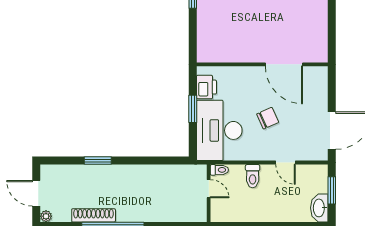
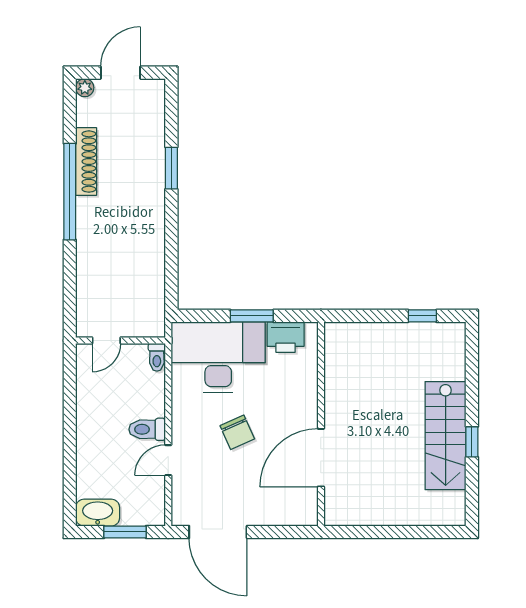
toilet: (253, 176) -> (147, 429), moved
door: (209, 189) -> (106, 340), moved

